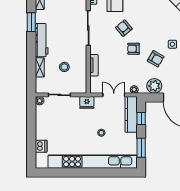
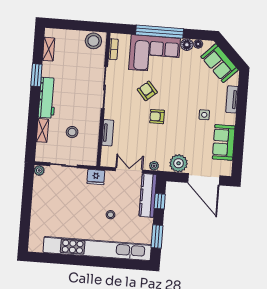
armchair: (156, 59) -> (183, 131), removed
dishwasher: (41, 146) -> (37, 225), removed

